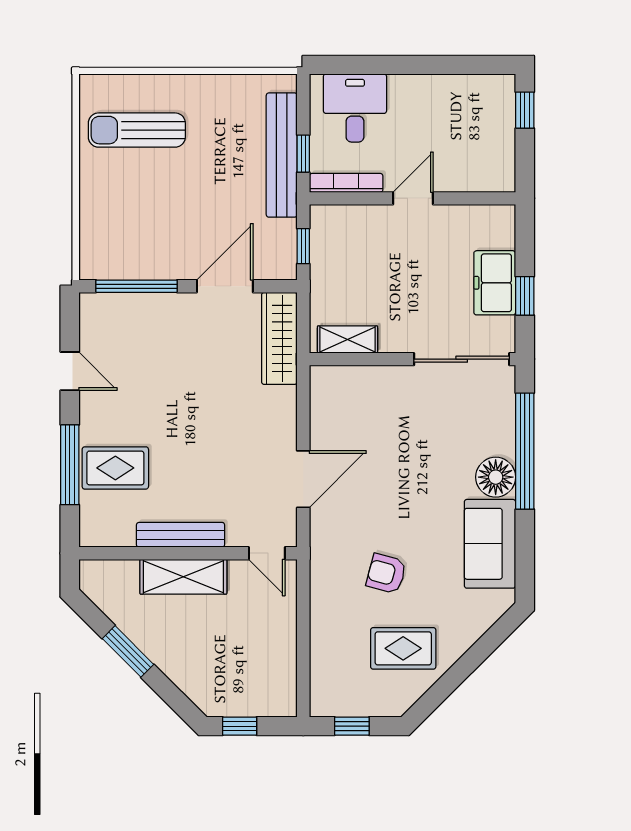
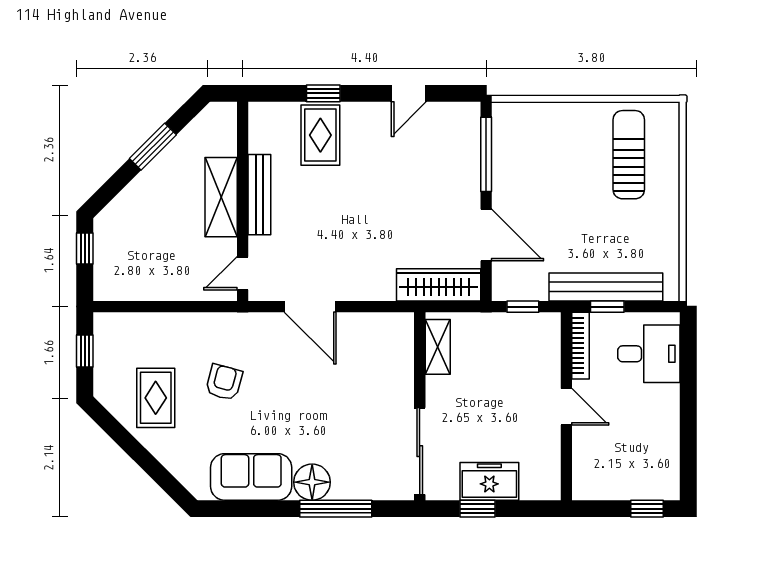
window: (525, 451) -> (336, 509), width x0.68
window: (70, 465) -> (323, 93), width x0.46

